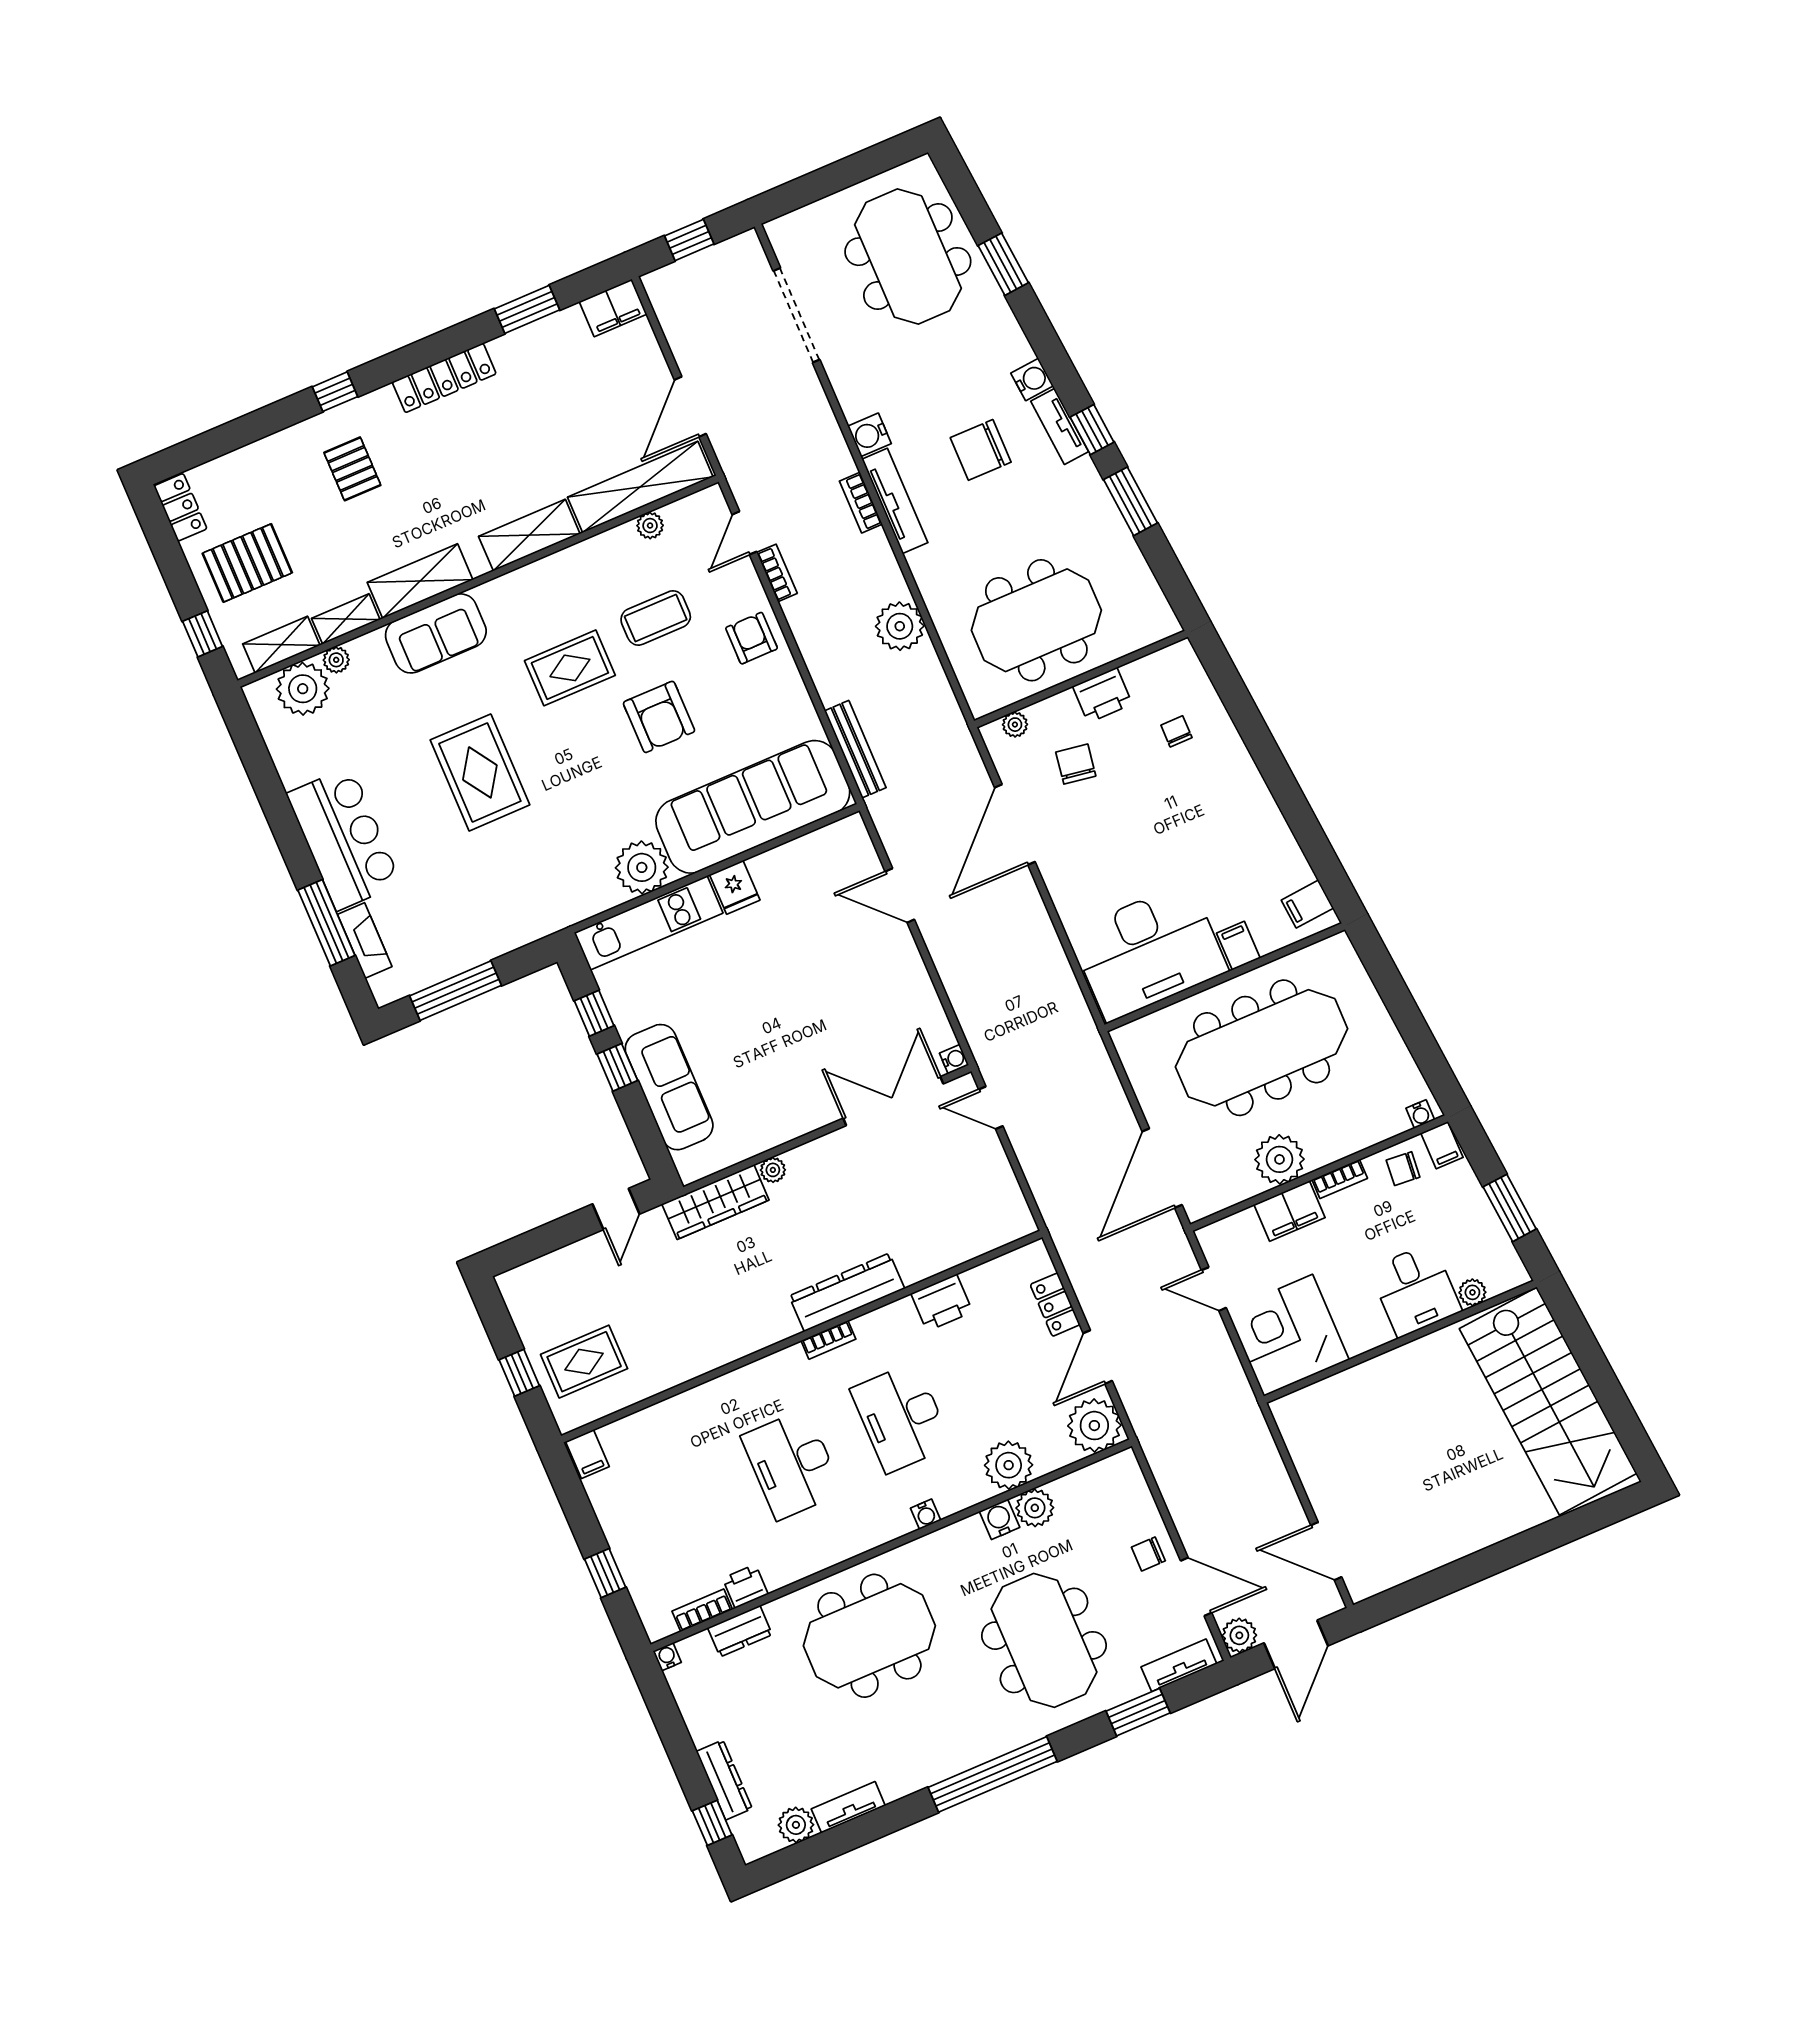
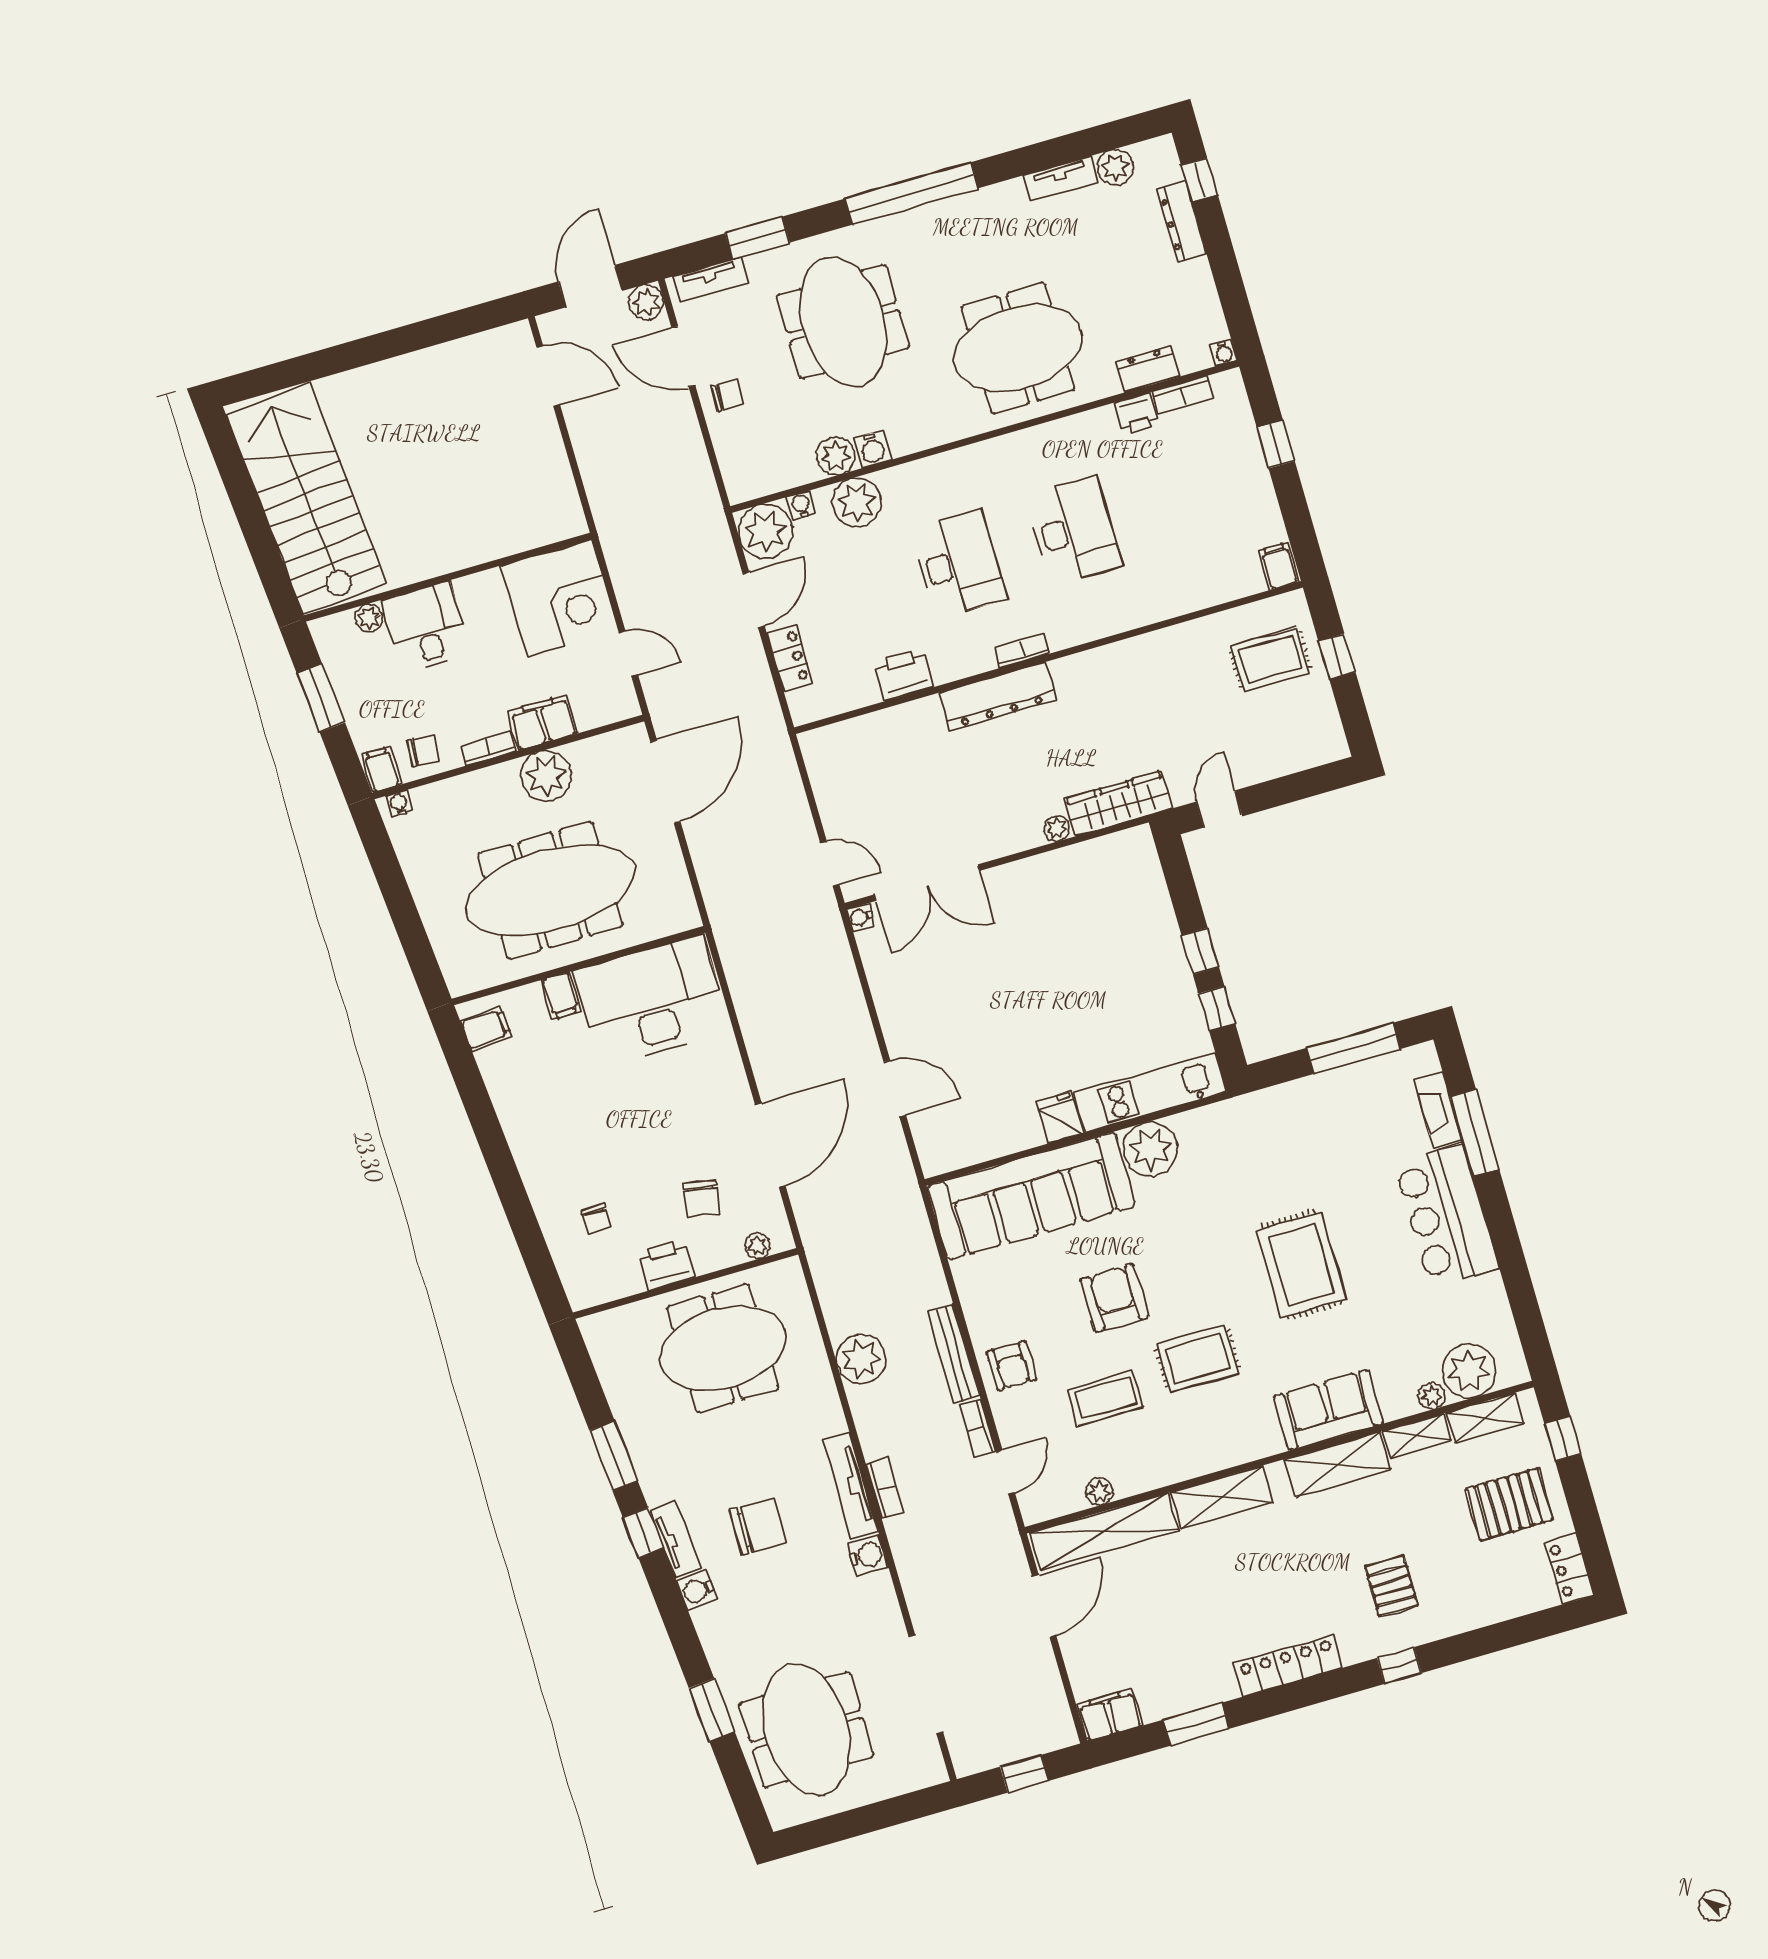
bench: (855, 749) -> (954, 1354), moved
sofa: (669, 1087) -> (1151, 925), removed
water cooler: (926, 1514) -> (801, 505), moved

